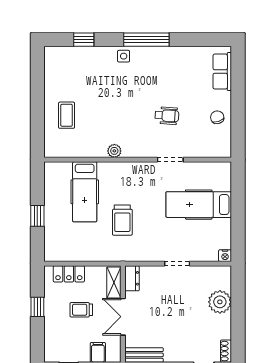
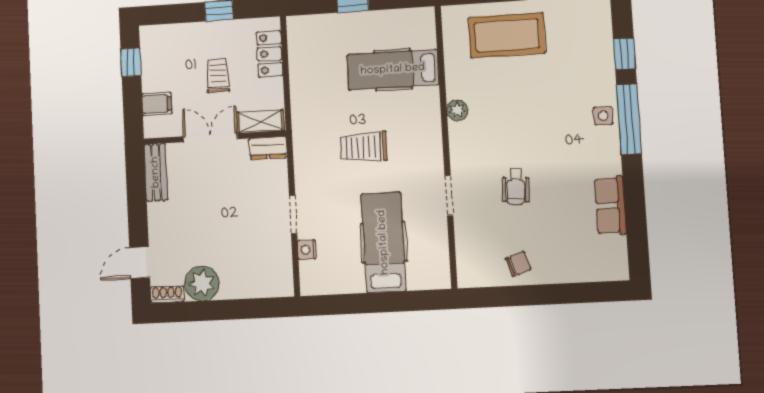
window: (146, 40) -> (629, 119), moved
row of seats: (222, 72) -> (610, 206), moved, turned -90
coffee table: (67, 115) -> (507, 35), width x1.86, depth x1.72
trolley: (122, 220) -> (364, 147), moved
nightstand: (225, 256) -> (307, 250), moved
plant: (220, 302) -> (202, 283), moved

